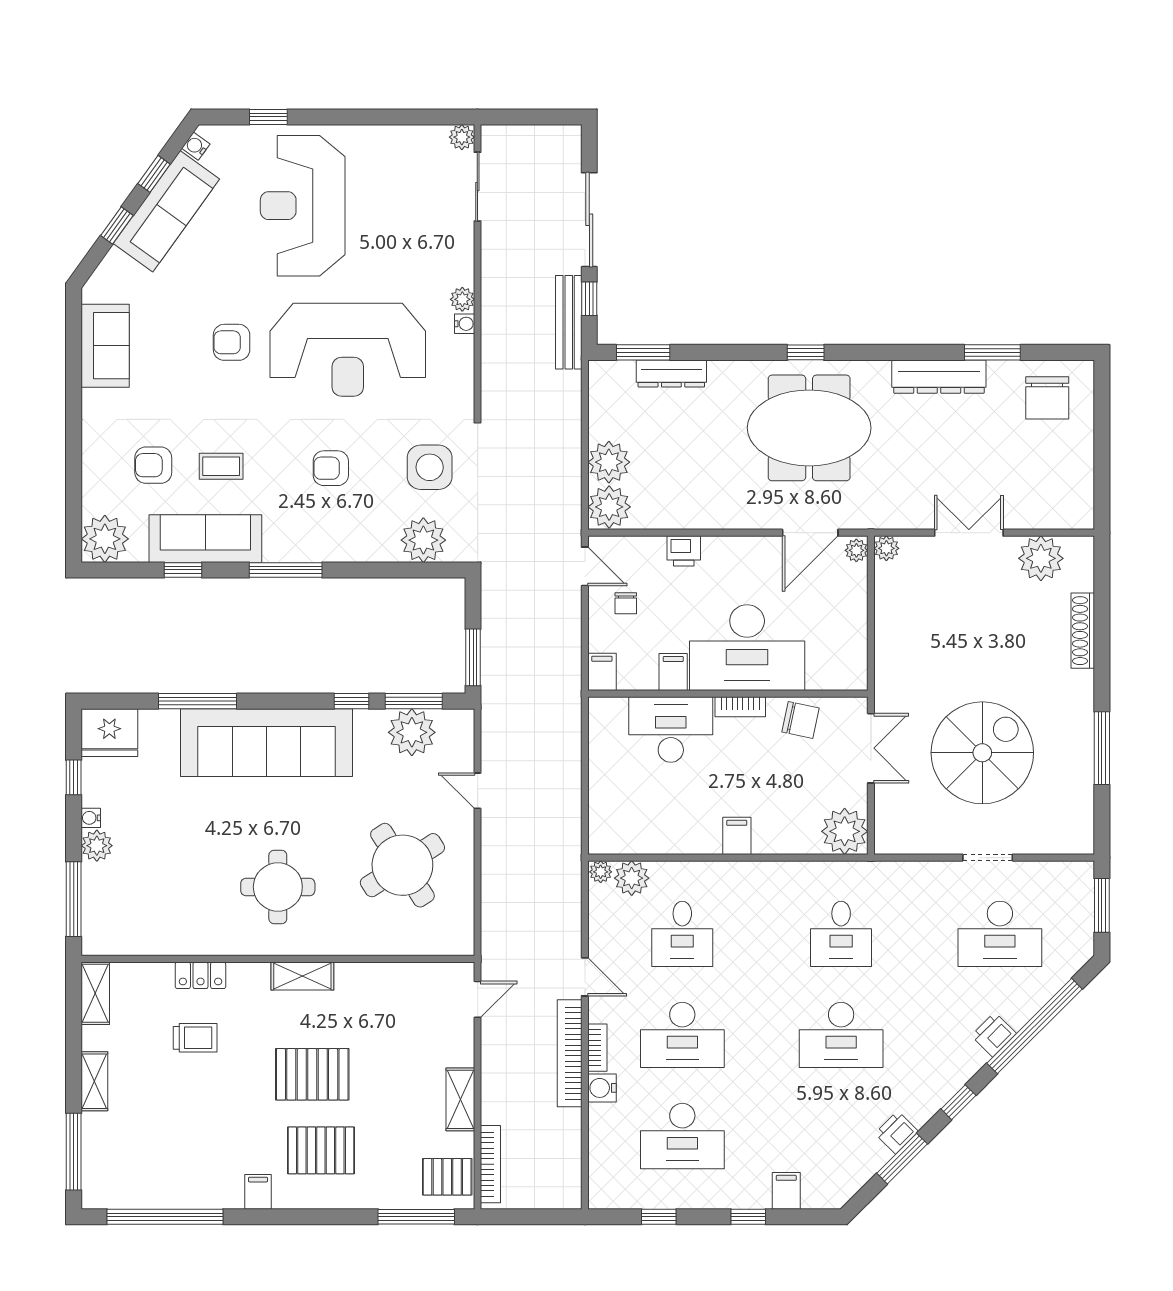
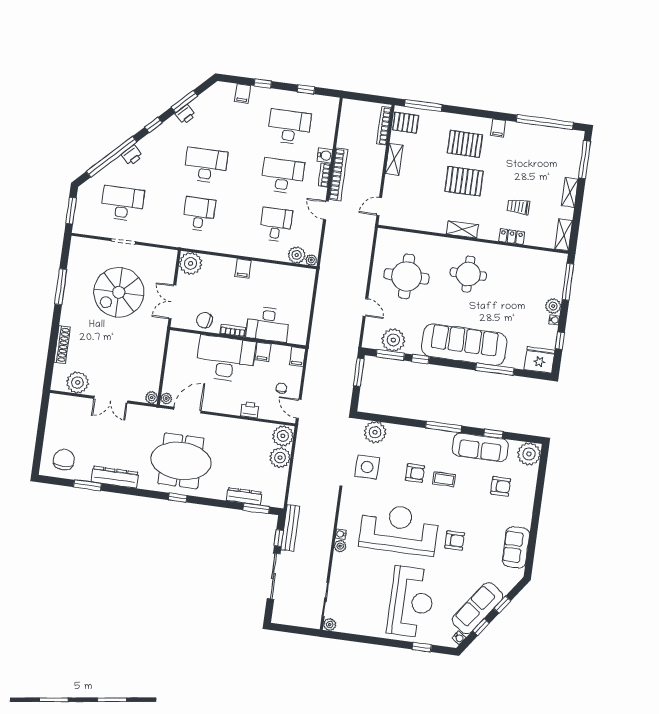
coffee table: (221, 466) -> (444, 479), moved
round table: (402, 865) -> (407, 276), turned 33

